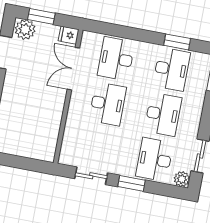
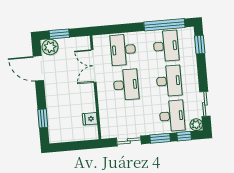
fridge: (69, 35) -> (90, 119), moved
window: (177, 42) -> (164, 25), width x2.11
desk: (154, 159) -> (172, 116), turned 180
window: (163, 189) -> (184, 136), added

